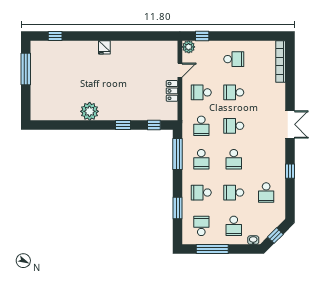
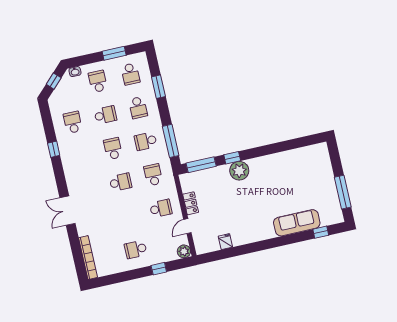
window: (202, 36) -> (159, 269), moved
fridge: (104, 47) -> (225, 242), moved
sofa: (76, 50) -> (297, 223), added
school desk: (234, 92) -> (128, 216), removed
plant: (90, 111) -> (239, 171), moved
double door: (290, 124) -> (68, 211), moved
window: (154, 125) -> (201, 165), width x2.17
school desk: (201, 159) -> (146, 141), turned -90
school desk: (201, 193) -> (138, 108), turned 90
window: (212, 249) -> (114, 53), width x0.69

